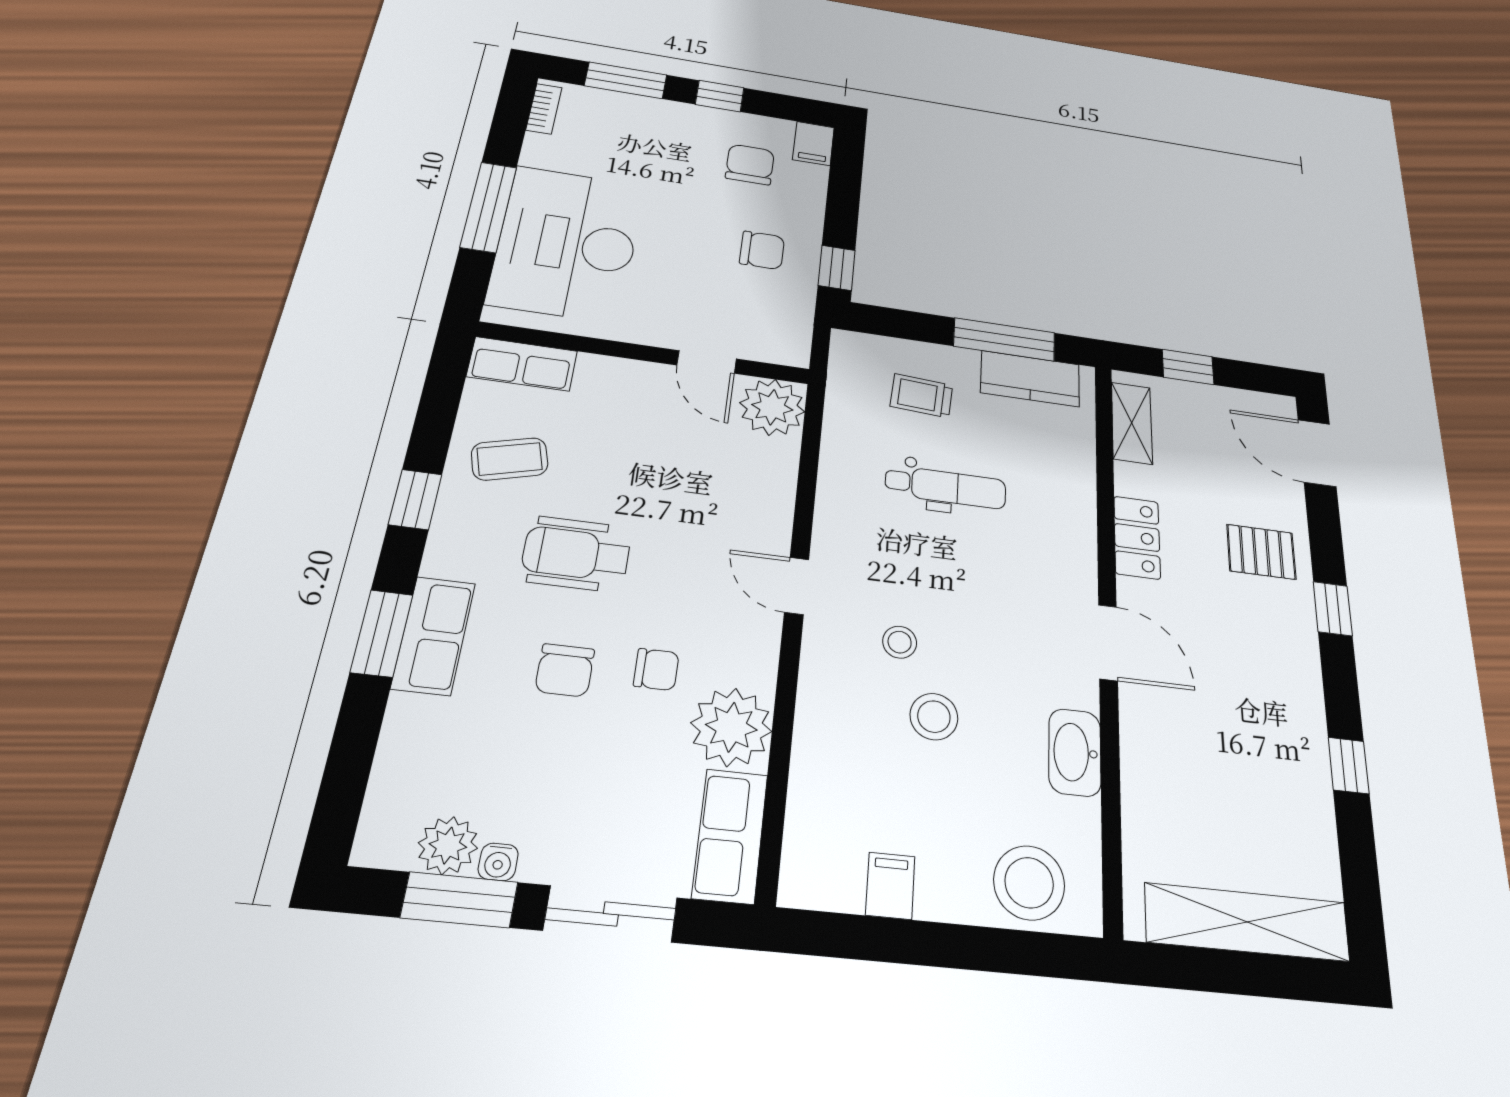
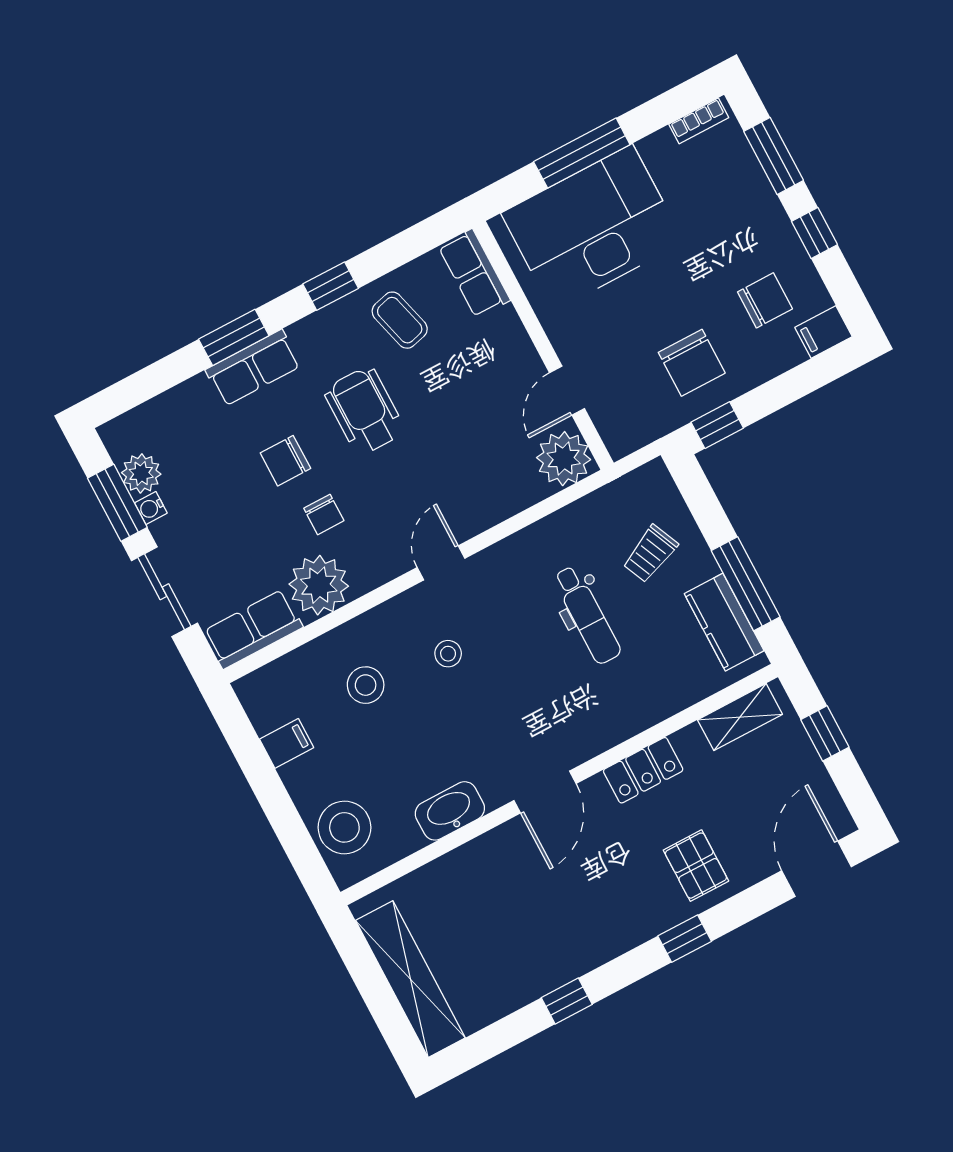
chair: (762, 250) -> (692, 363), width x1.37, depth x1.37
trolley: (922, 396) -> (650, 554), turned -118
stool: (934, 717) -> (366, 685), moved

